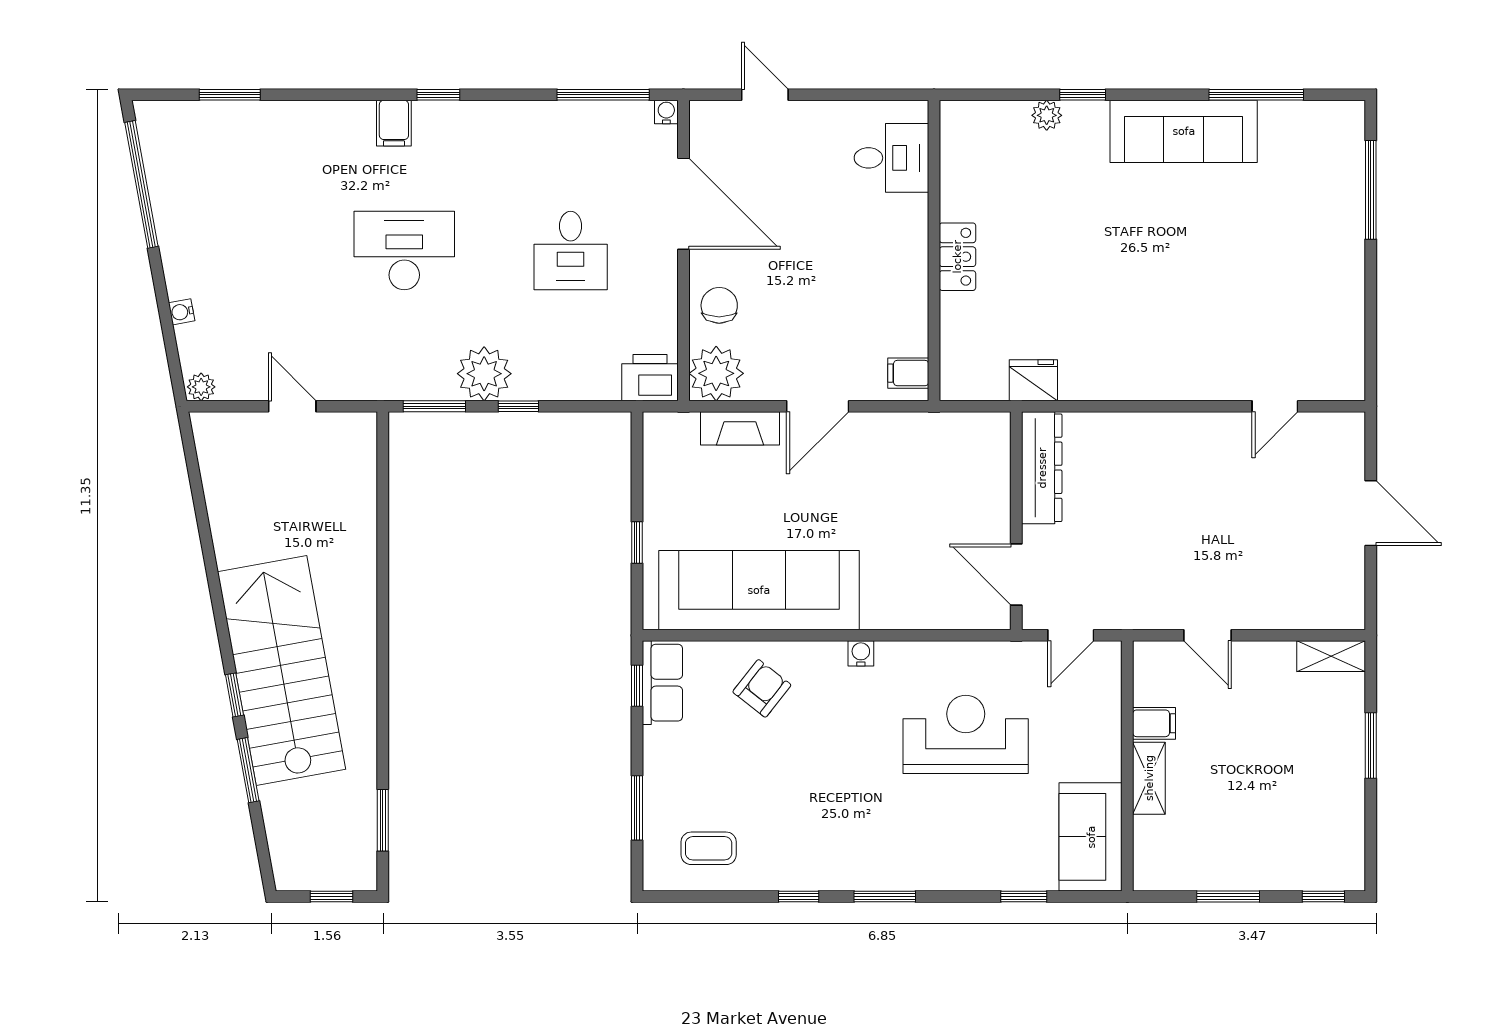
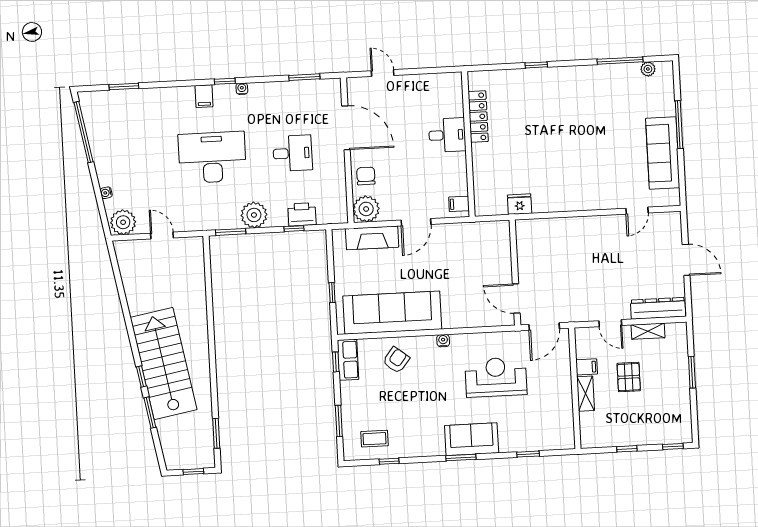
window: (603, 95) -> (304, 77), width x0.69
water cooler: (666, 112) -> (242, 89), moved
plant: (1047, 115) -> (648, 69), moved
sofa: (1184, 131) -> (663, 153), moved, turned 90
desk: (891, 158) -> (447, 135), moved
window: (1371, 190) -> (679, 125), moved
desk: (404, 251) -> (212, 157), width x1.36, depth x1.30
desk: (571, 251) -> (293, 153), turned -90
locker: (957, 257) -> (478, 117), moved, width x1.53
printer: (650, 378) -> (302, 214), moved
plant: (201, 387) -> (123, 222), width x1.87, depth x1.87
window: (518, 406) -> (294, 229), moved
fireplace: (740, 428) -> (372, 238), width x1.37, depth x1.32
dresser: (1042, 468) -> (658, 308), moved, turned -90
door: (1071, 635) -> (544, 327), width x1.38
shelving: (1331, 656) -> (648, 331), moved
pallet: (1240, 749) -> (629, 377), added
sofa: (1091, 837) -> (472, 439), moved, turned 90
window: (799, 897) -> (389, 461), moved
window: (1228, 897) -> (627, 449), width x0.67

